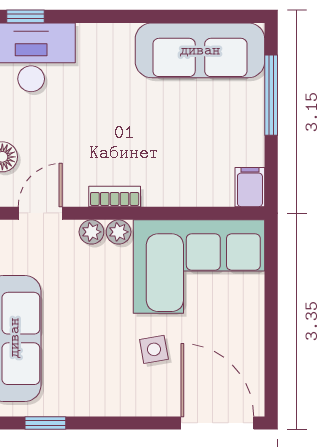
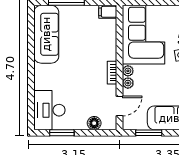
window: (25, 16) -> (31, 113), removed
door: (40, 213) -> (120, 106), swing flipped

